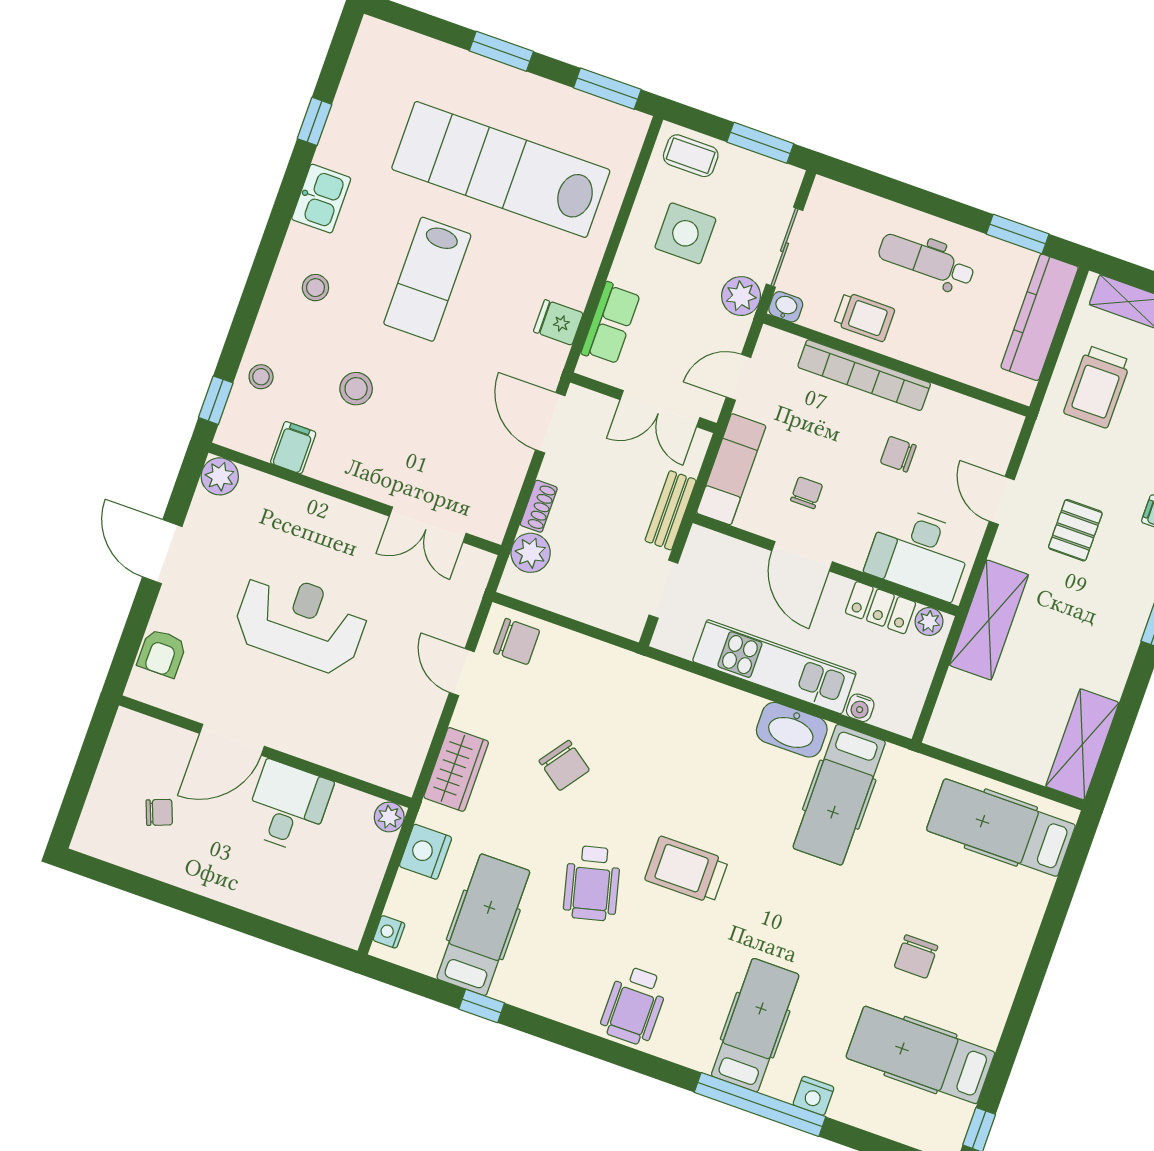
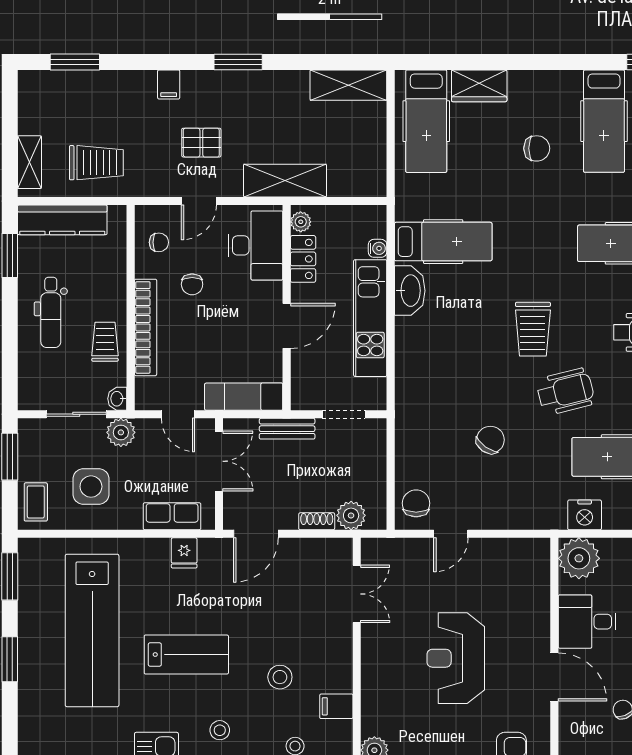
chair: (807, 493) -> (159, 242), moved, turned 180
wardrobe: (456, 769) -> (479, 86), moved, turned 180
plant: (389, 817) -> (579, 558), width x1.87, depth x1.87

